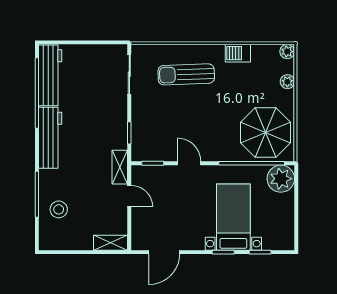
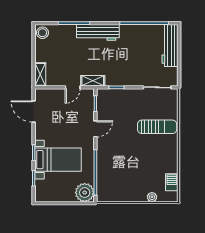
plant: (287, 52) -> (173, 197), removed
barbecue: (238, 53) -> (172, 182), moved
sun lounger: (186, 74) -> (157, 127), turned 92
workbench: (50, 75) -> (170, 46), moved, turned 90
parasol: (265, 132) -> (117, 182), removed
workbench: (50, 138) -> (98, 32), moved
stool: (59, 209) -> (42, 33), moved

